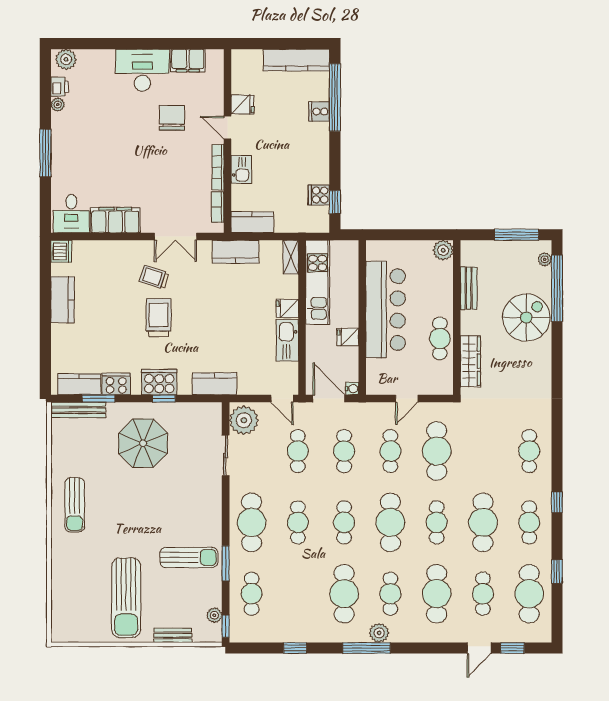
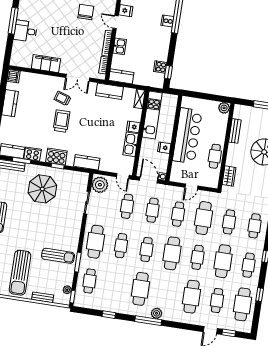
desk: (71, 214) -> (25, 31), moved, turned 90
wardrobe: (470, 361) -> (229, 176), width x0.67
cafe table: (390, 594) -> (229, 222), moved

